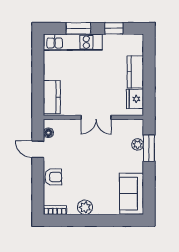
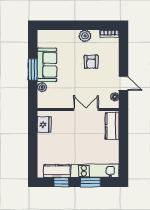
kitchen counter: (135, 72) -> (57, 171), moved, turned -90
double door: (96, 117) -> (86, 109), moved
window: (149, 148) -> (33, 70), moved
armchair: (53, 177) -> (91, 62), moved, turned -90
sofa: (131, 194) -> (47, 65), moved

